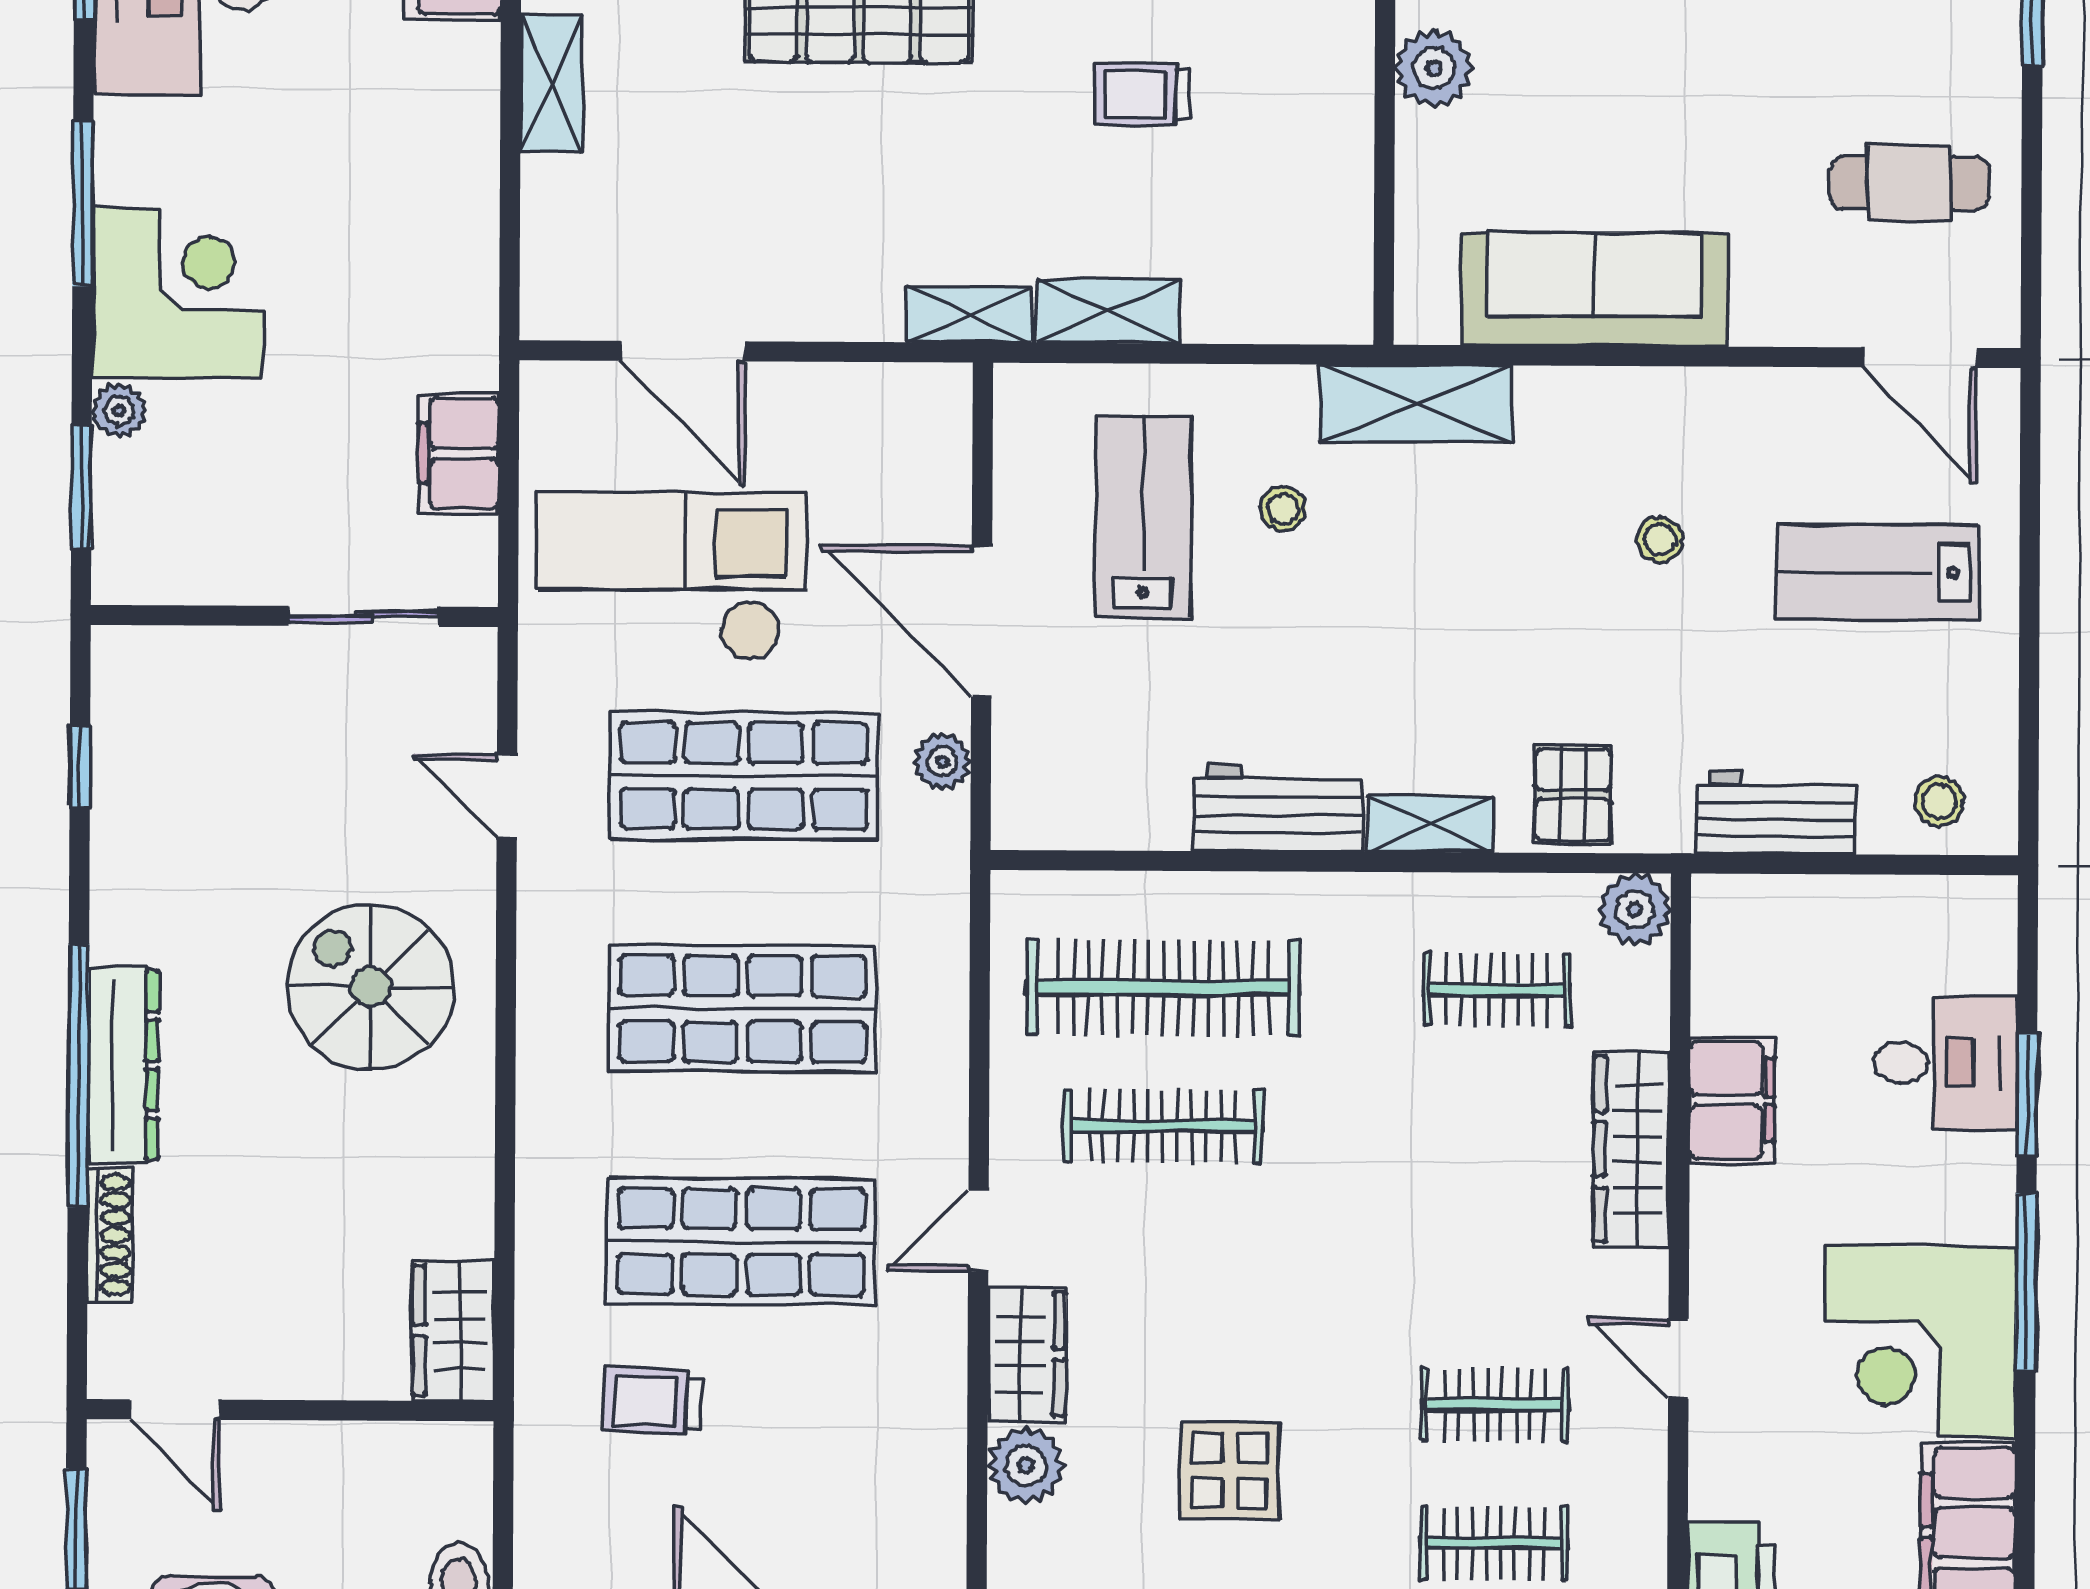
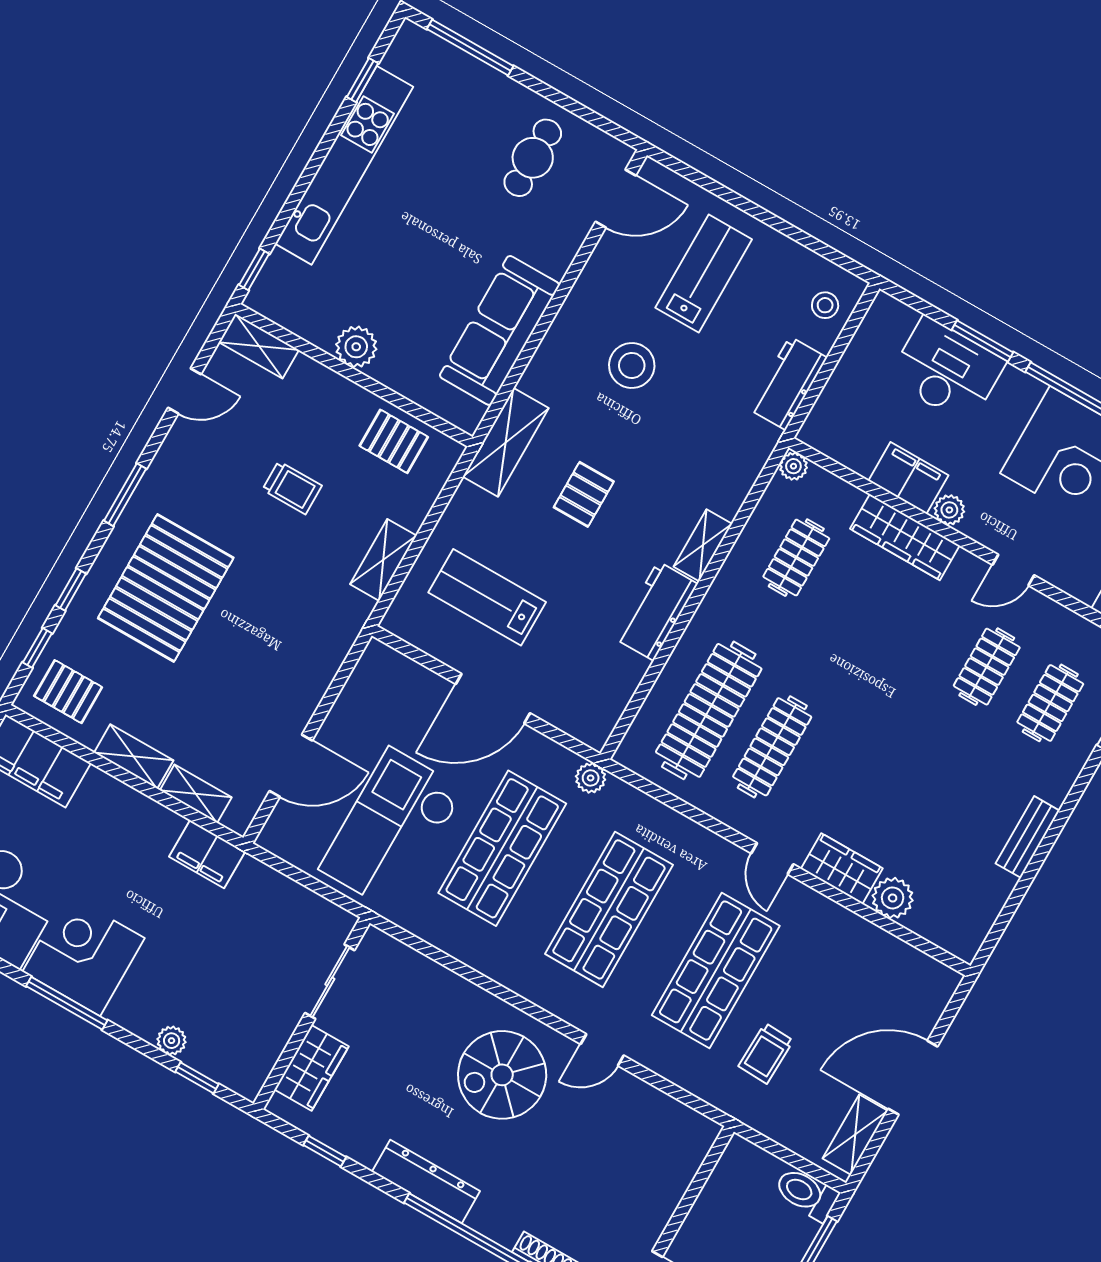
trolley: (1142, 94) -> (292, 488), turned -90
pallet: (1313, 218) -> (394, 441), added
corner desk: (178, 293) -> (83, 955), moved
shelving: (969, 314) -> (196, 794), moved, turned 90
filing cabinet: (458, 453) -> (207, 854), moved
window: (81, 487) -> (197, 1078), width x0.67
stool: (1283, 509) -> (520, 531), removed
stool: (1660, 540) -> (632, 365), width x1.89, depth x1.89
lab bench: (1878, 572) -> (704, 274), turned 180
plant: (943, 762) -> (591, 778), moved
pallet: (1573, 795) -> (584, 494), moved, turned 90
door: (507, 796) -> (602, 1050), moved
plant: (1635, 909) -> (793, 466), width x0.73, depth x0.73
desk: (1945, 1063) -> (947, 370), width x1.37
dresser: (123, 1065) -> (426, 1182), moved
plant: (1718, 1197) -> (949, 510), added
wardrobe: (453, 1330) -> (311, 1068), moved, turned -90
display table: (1230, 1471) -> (948, 806), removed

